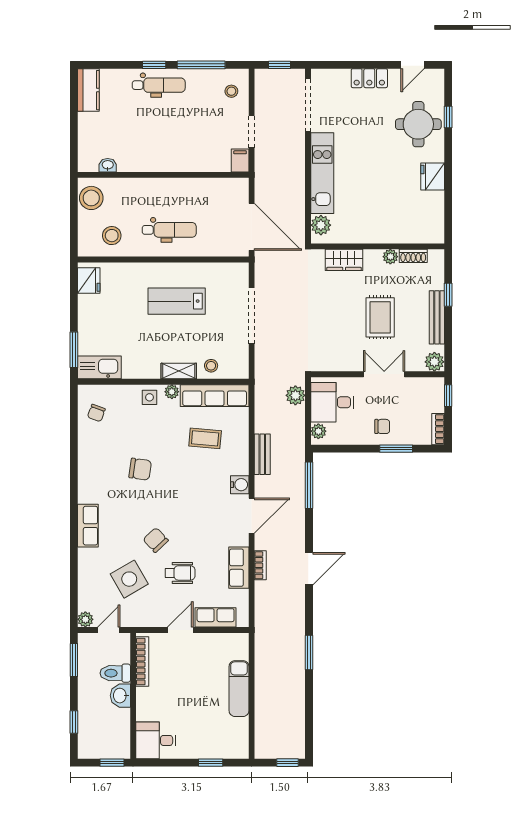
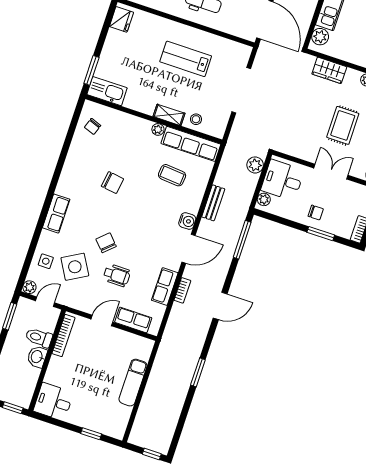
side table: (149, 397) -> (46, 261), moved

